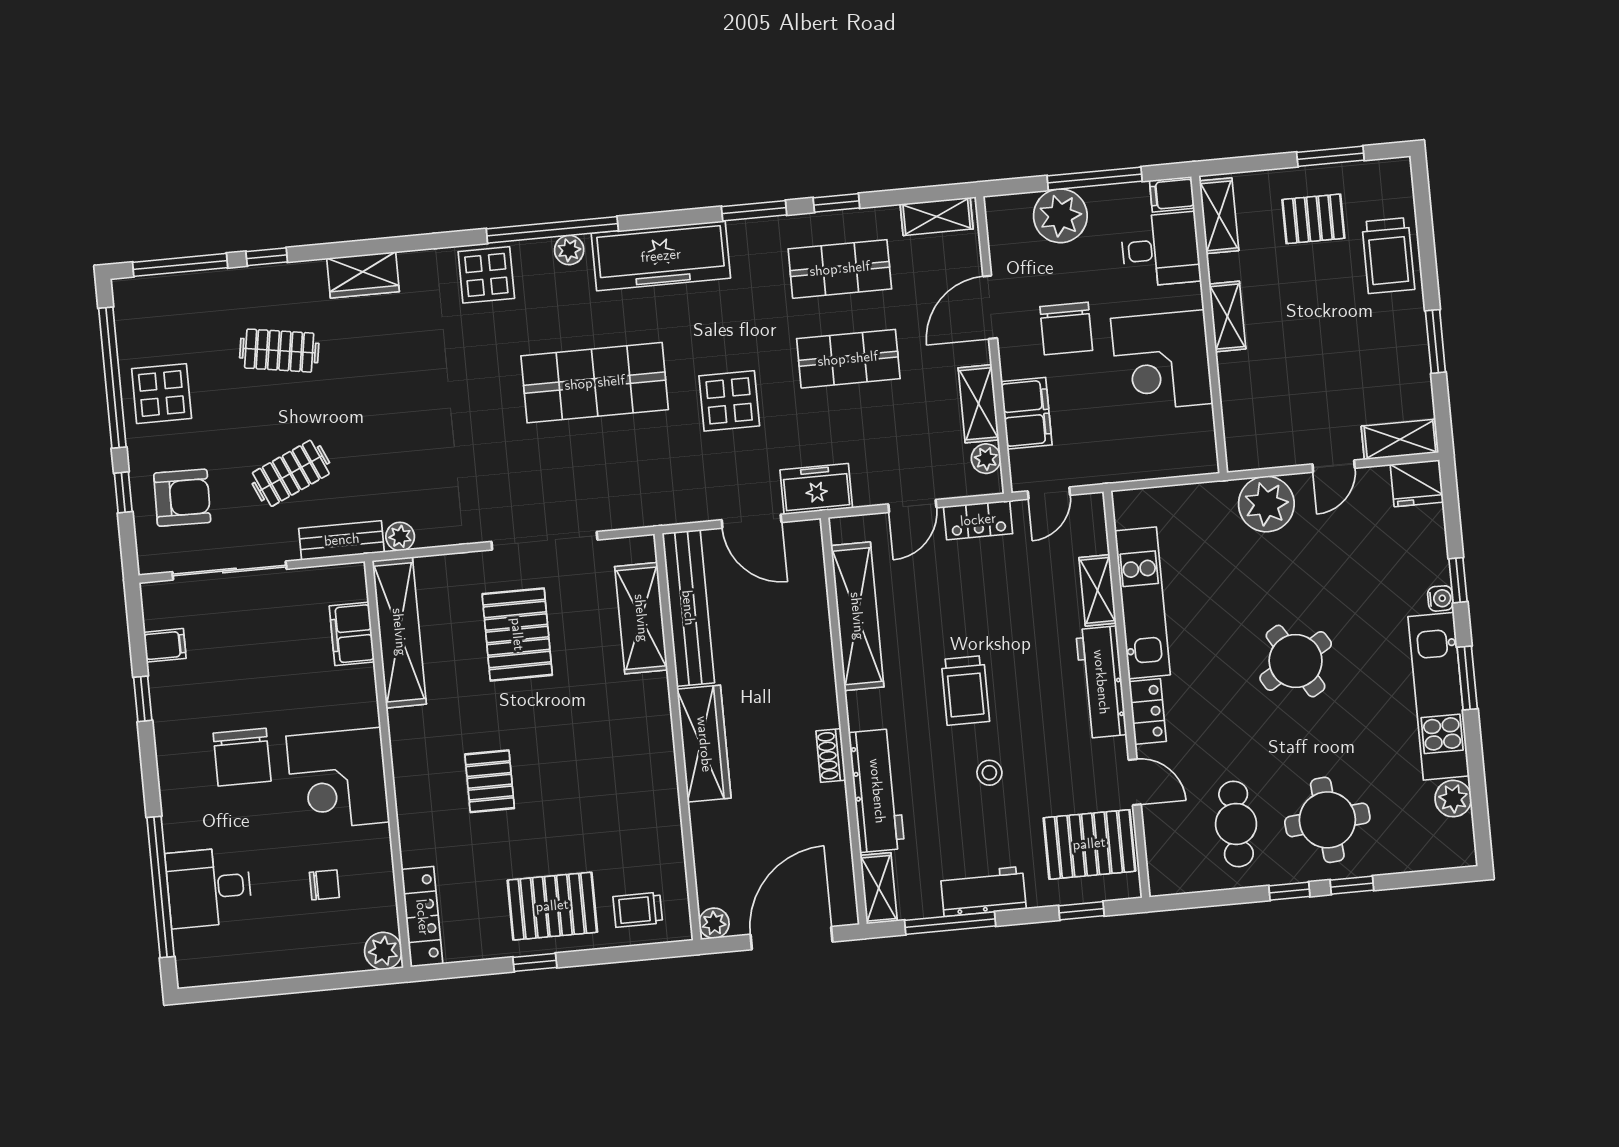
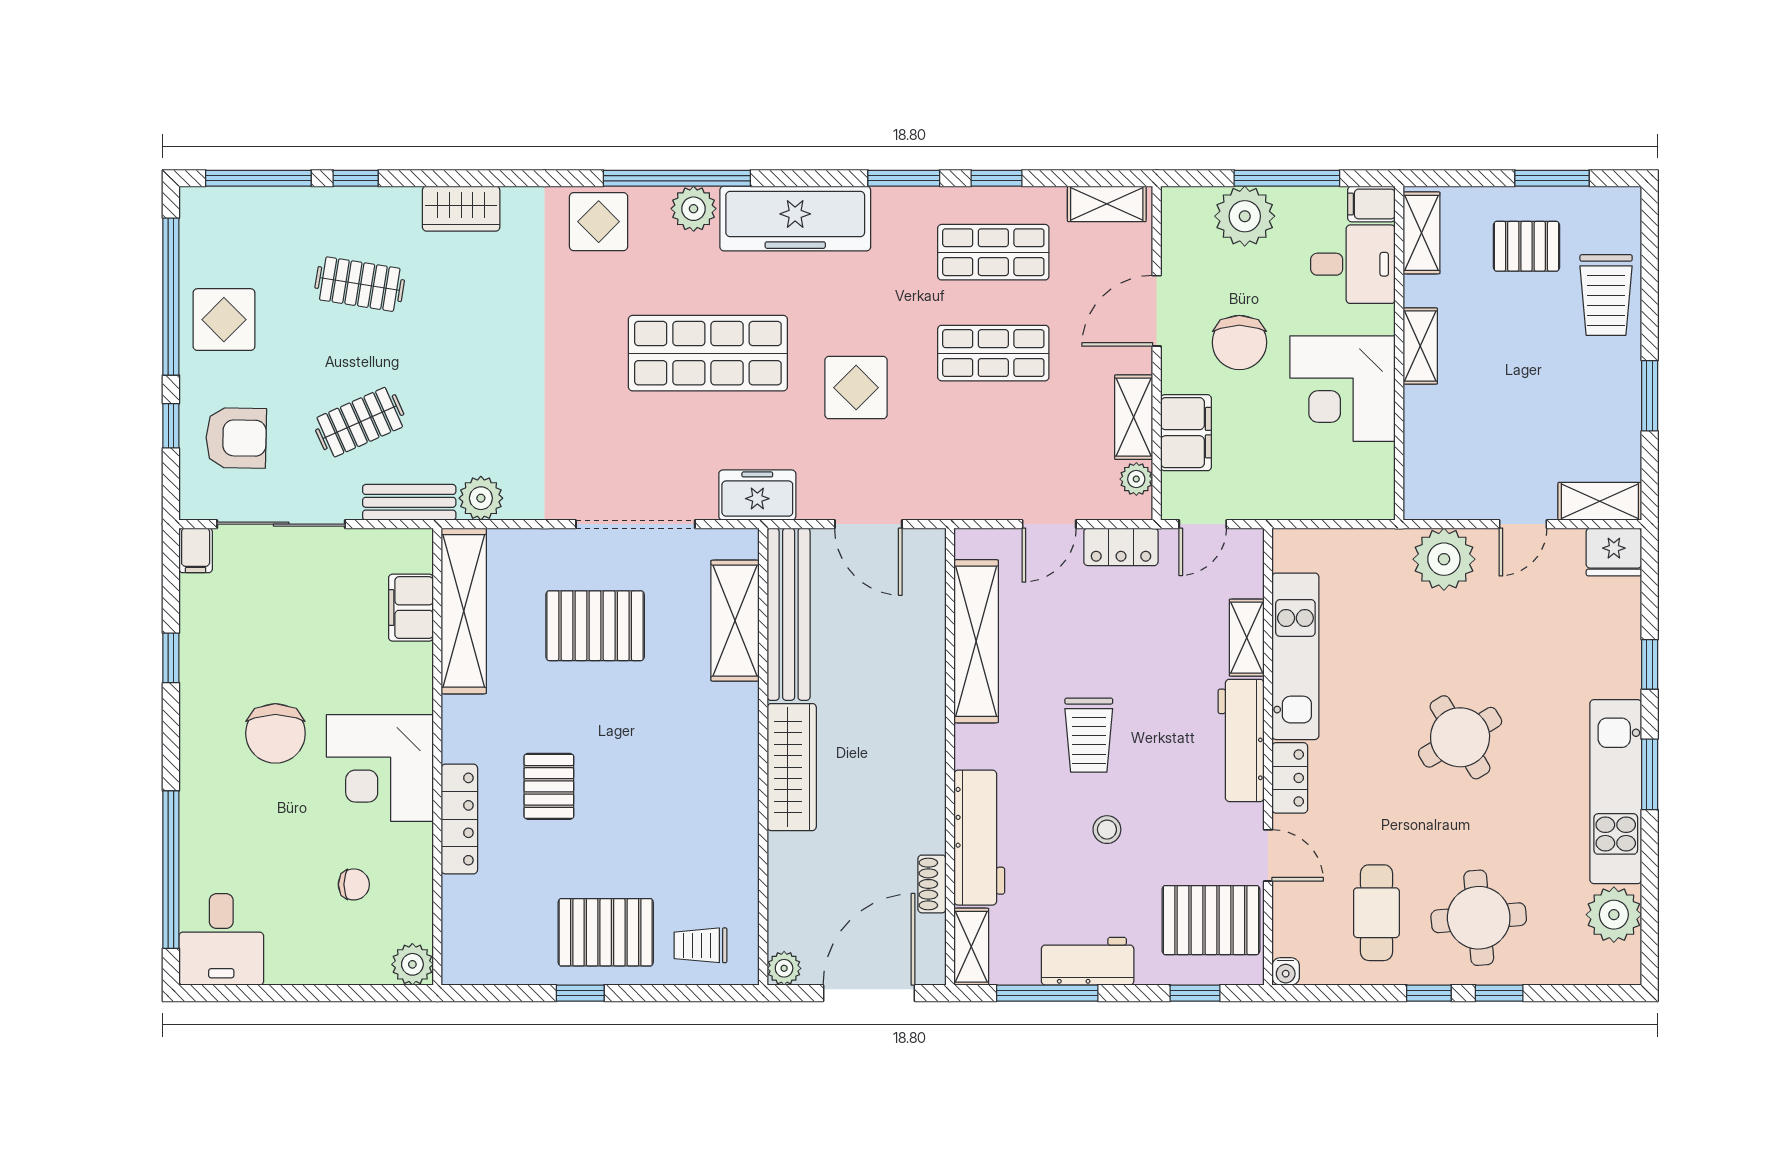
plant: (569, 250) -> (694, 209), width x1.38, depth x1.38
freezer: (816, 489) -> (757, 495), moved
plant: (400, 537) -> (481, 498), width x1.38, depth x1.38
water cooler: (1440, 598) -> (1286, 971), moved, turned 90
pallet: (517, 634) -> (595, 626), turned 90
filing cabinet: (165, 645) -> (196, 550), moved, turned 90
shoe rack: (831, 755) -> (932, 884), moved
plant: (1453, 799) -> (1614, 915), width x1.36, depth x1.36
desk: (209, 887) -> (221, 939), moved, turned -90
locker: (422, 917) -> (459, 819), moved

